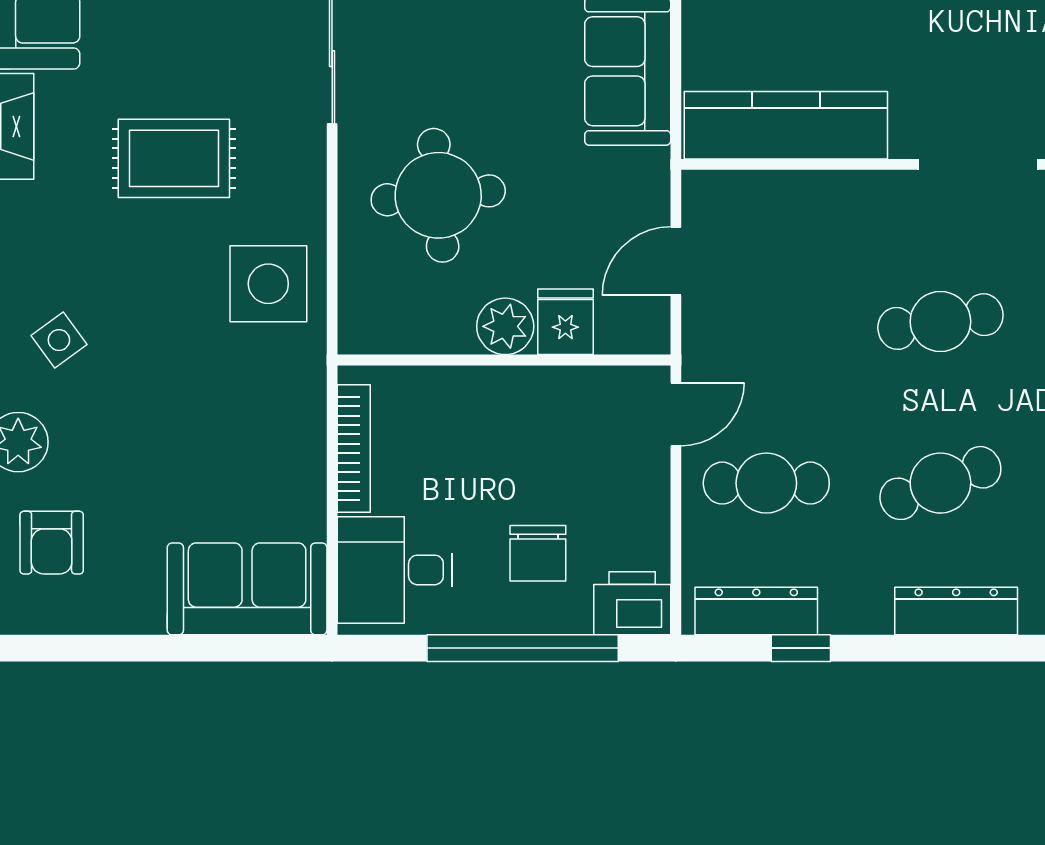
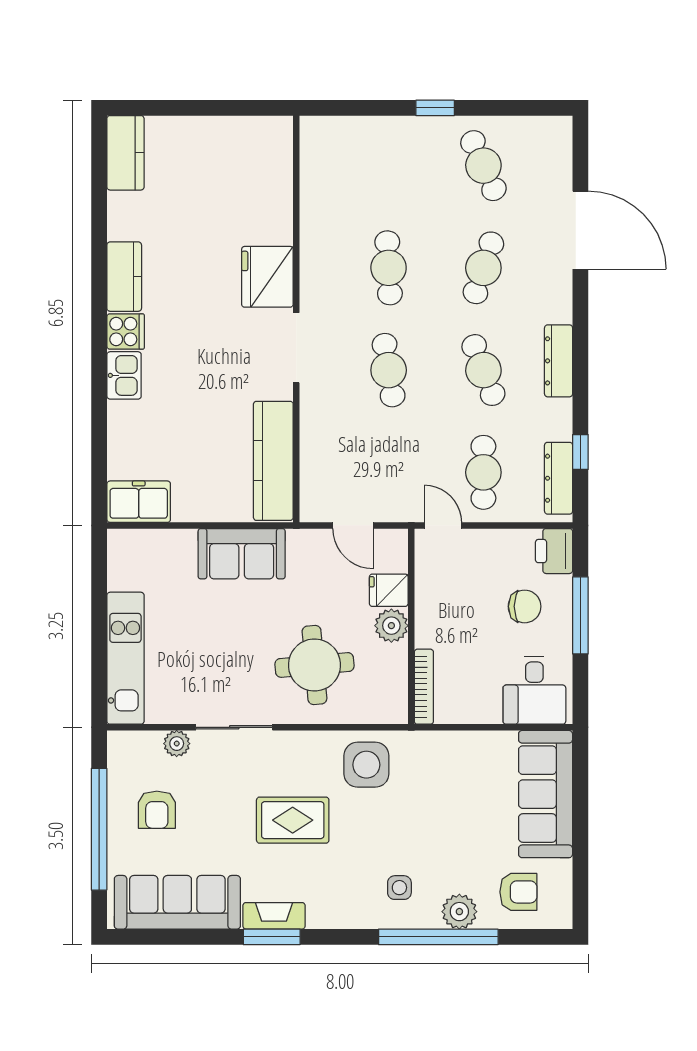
rug: (174, 158) -> (293, 820), turned 90
side table: (59, 340) -> (399, 888), turned 36
bookcase: (354, 449) -> (424, 687), moved, turned 90
sofa: (247, 589) -> (546, 794), width x1.36
window: (523, 648) -> (580, 615), width x0.68

